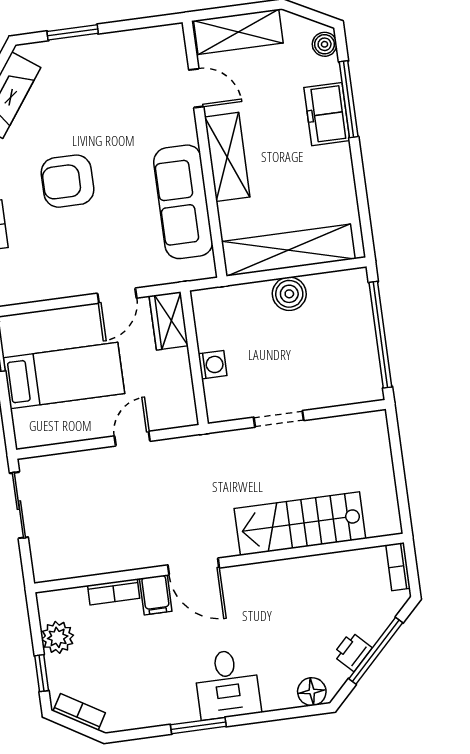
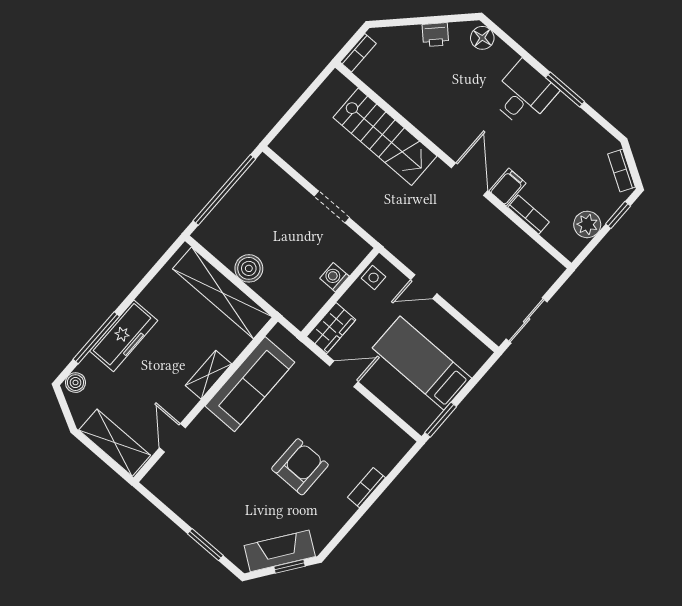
freezer: (327, 114) -> (124, 336), width x1.40
shelving: (227, 157) -> (208, 375), width x0.67, depth x0.75
armchair: (67, 181) -> (300, 467), turned -90
side table: (181, 400) -> (374, 278), added
window: (376, 651) -> (422, 21), removed

